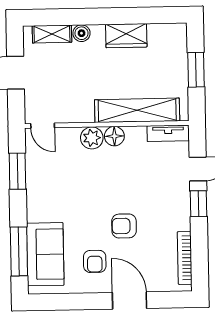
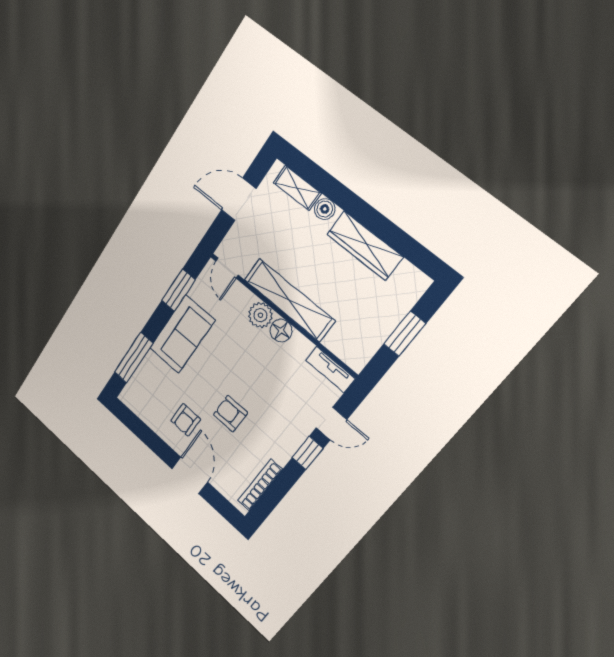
wardrobe: (126, 36) -> (365, 246), width x1.50
shelving: (137, 110) -> (289, 300), moved
sofa: (45, 254) -> (182, 334), moved

